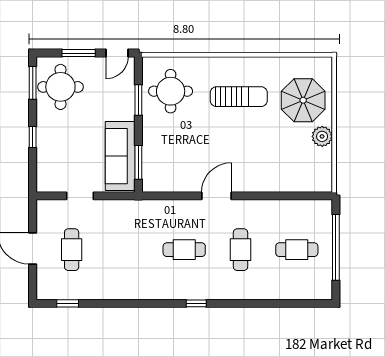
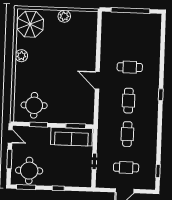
plant: (253, 67) -> (21, 56), added
sun lounger: (239, 97) -> (39, 65), removed
parasol: (303, 100) -> (30, 24), moved
cafe table: (297, 250) -> (127, 134), moved

